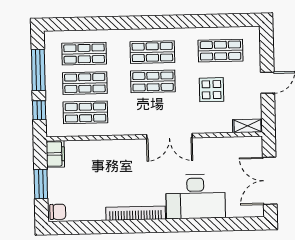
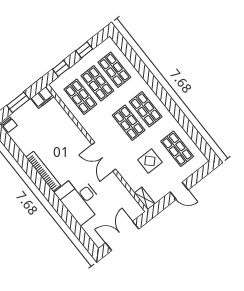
window: (38, 70) -> (84, 50), width x0.46

